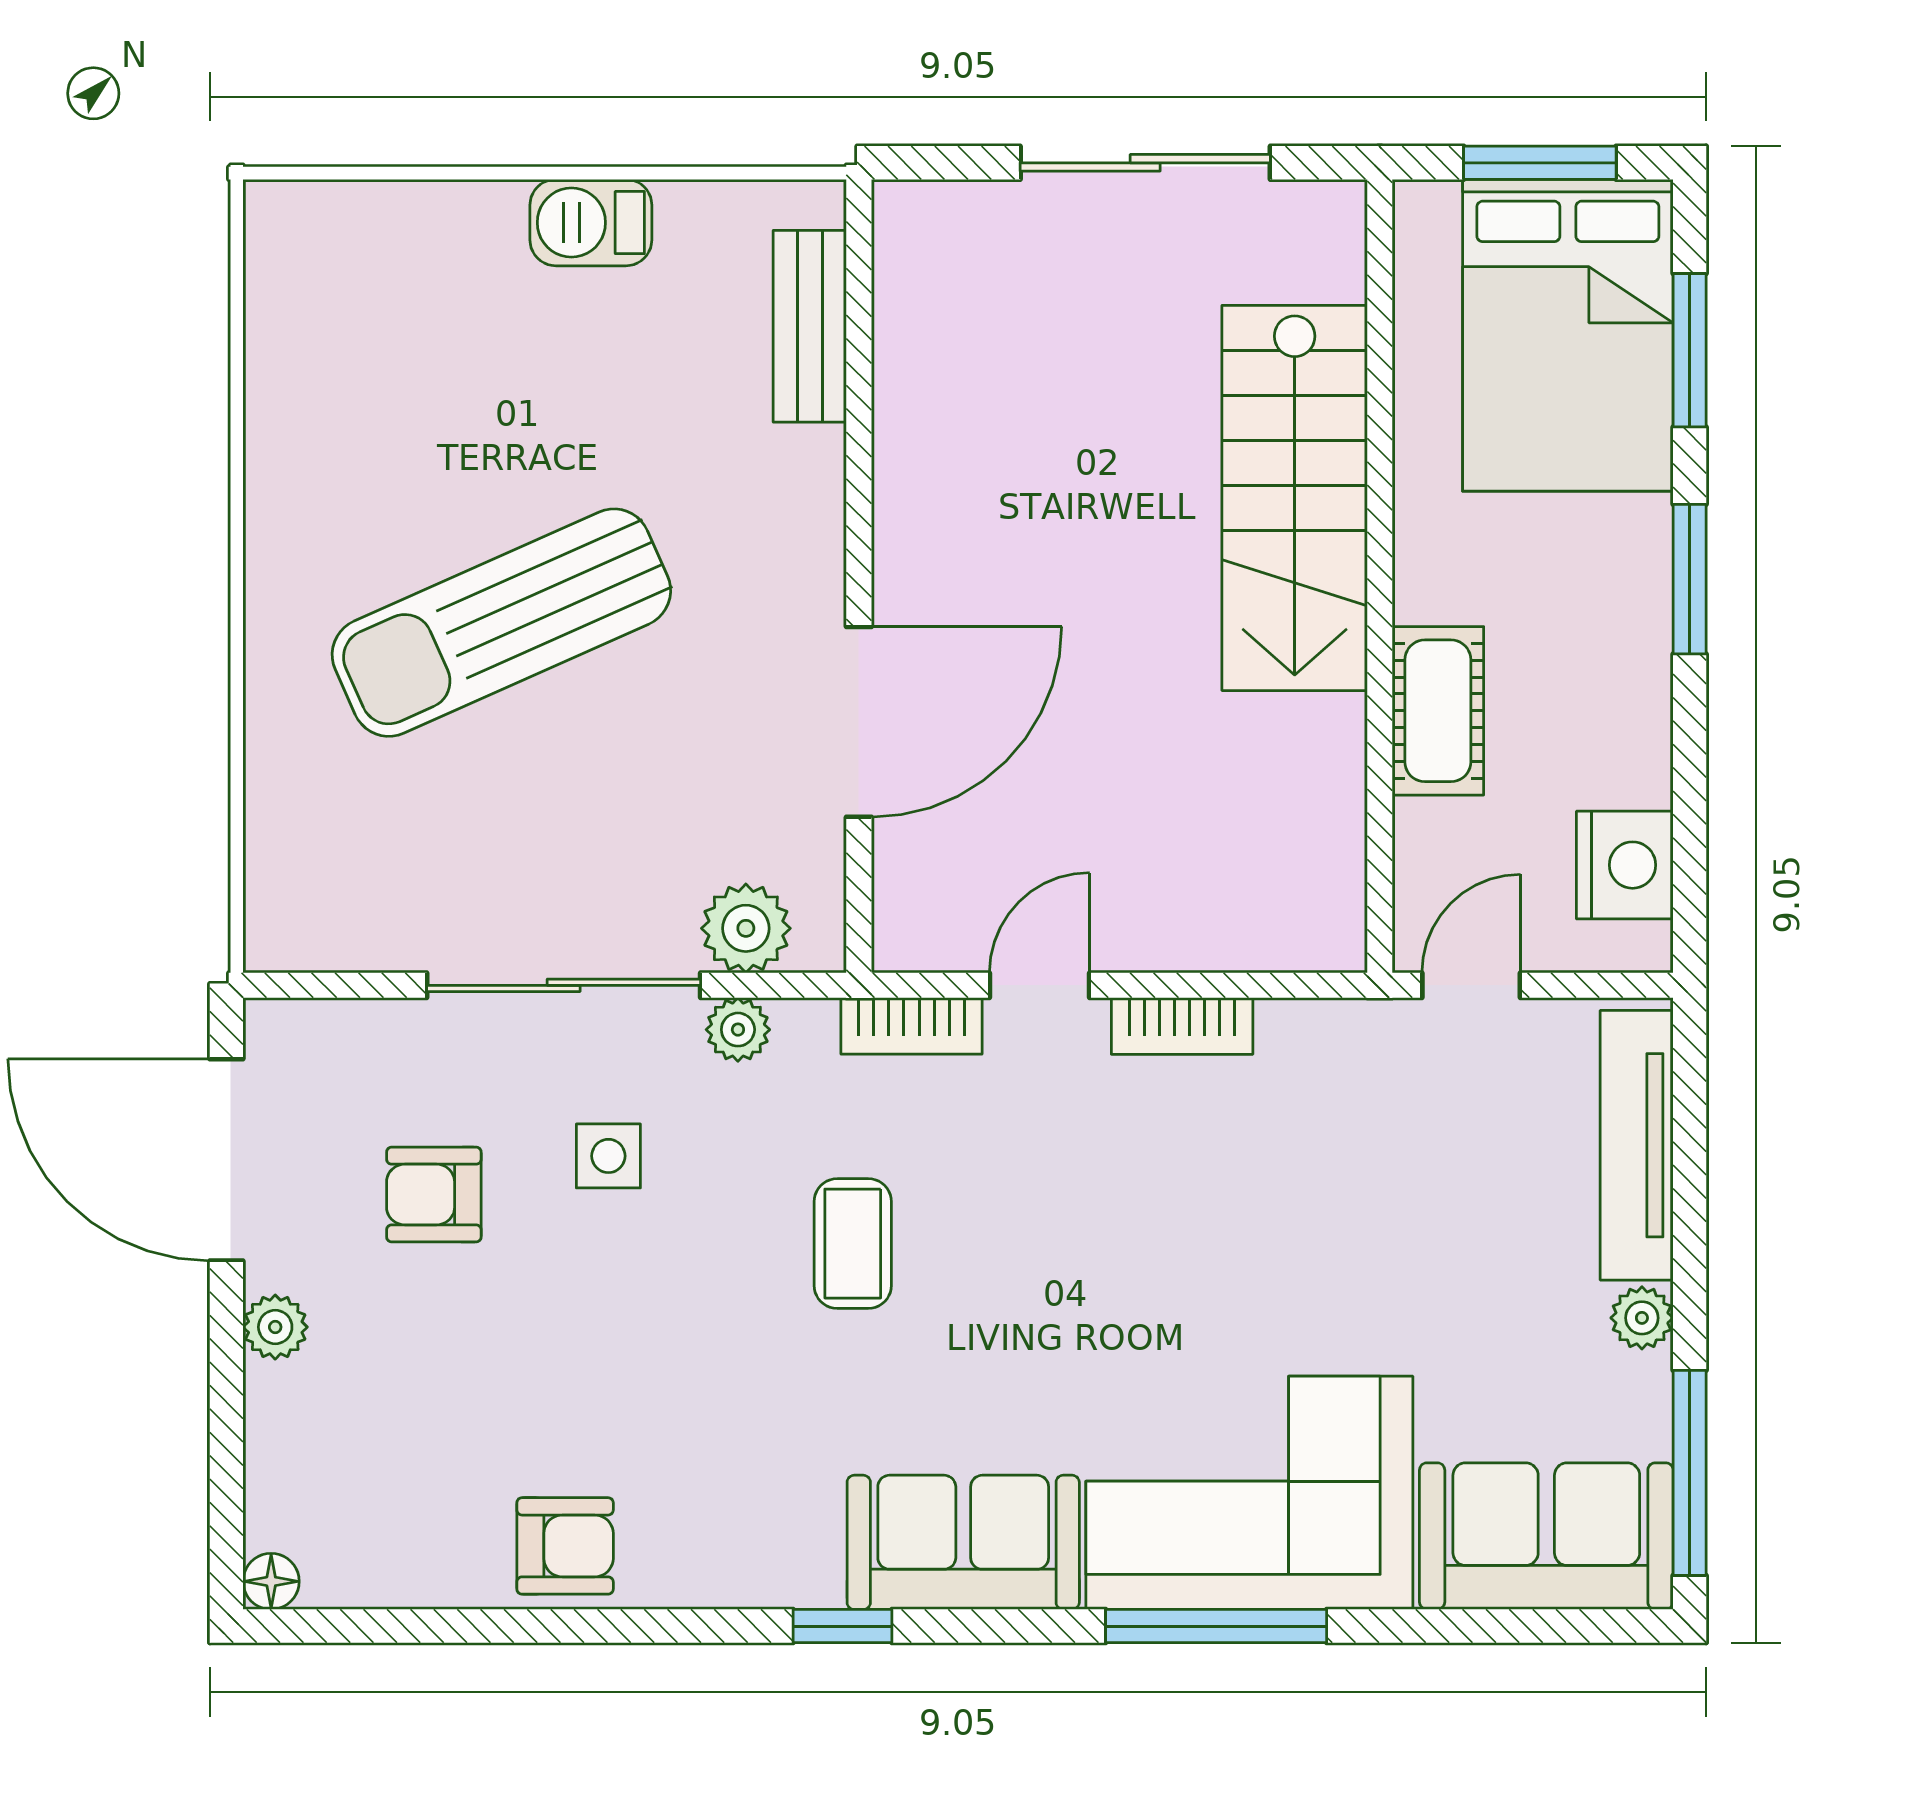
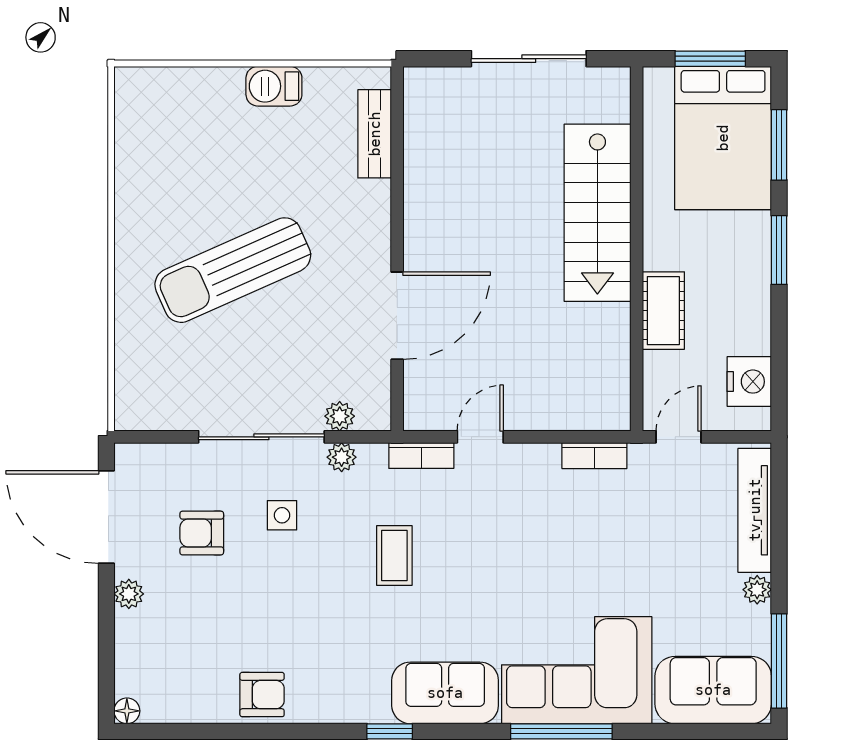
plant: (746, 928) -> (340, 416), width x0.73, depth x0.73
bookcase: (1182, 1026) -> (594, 456), moved

